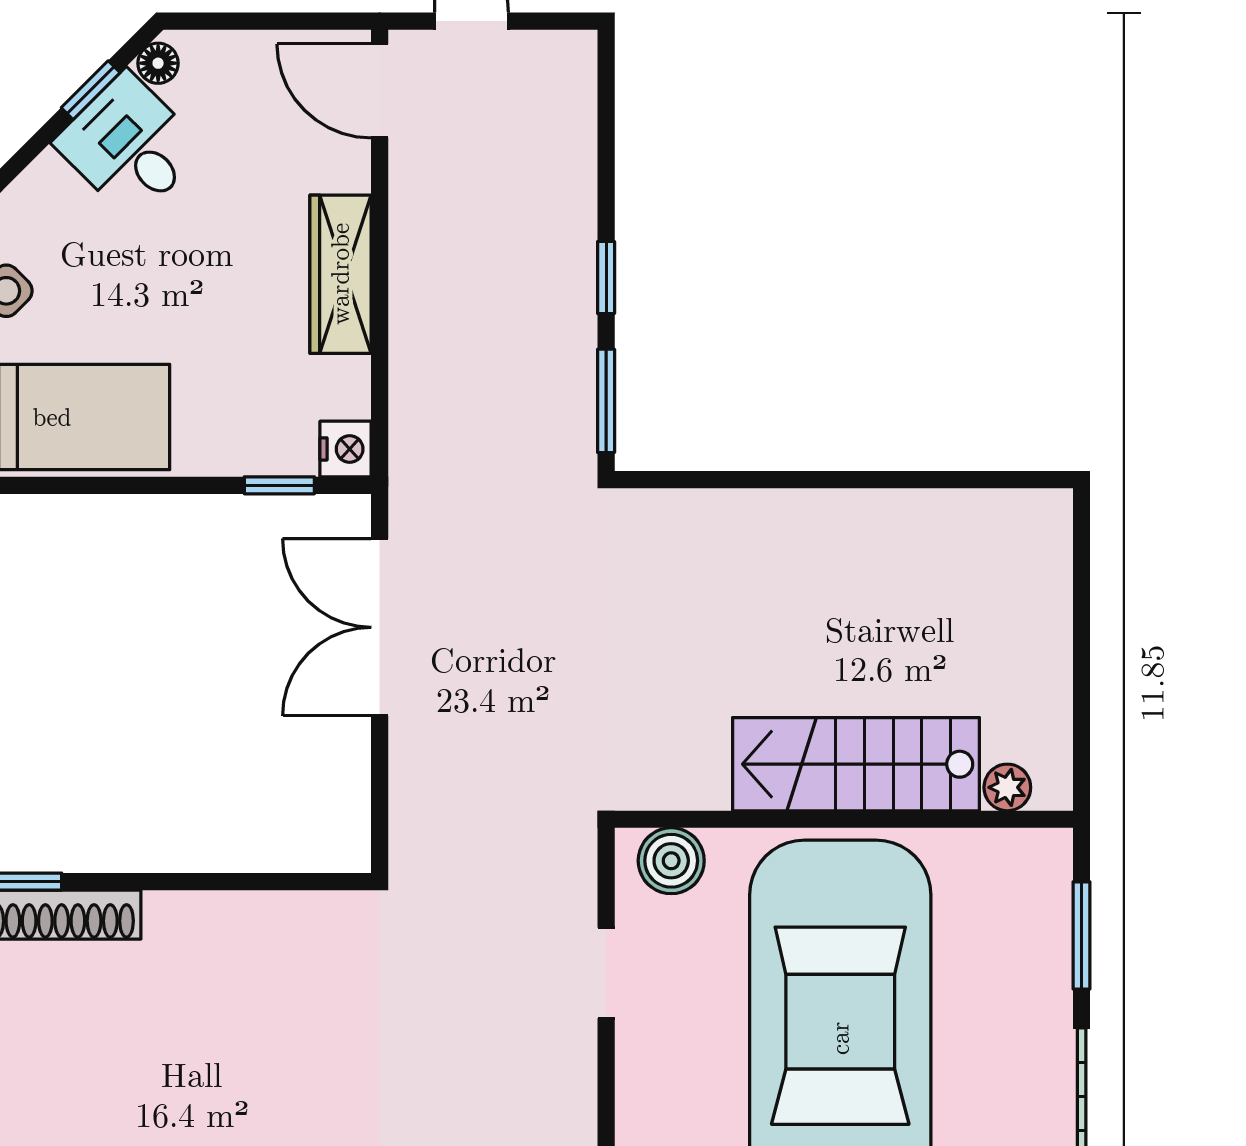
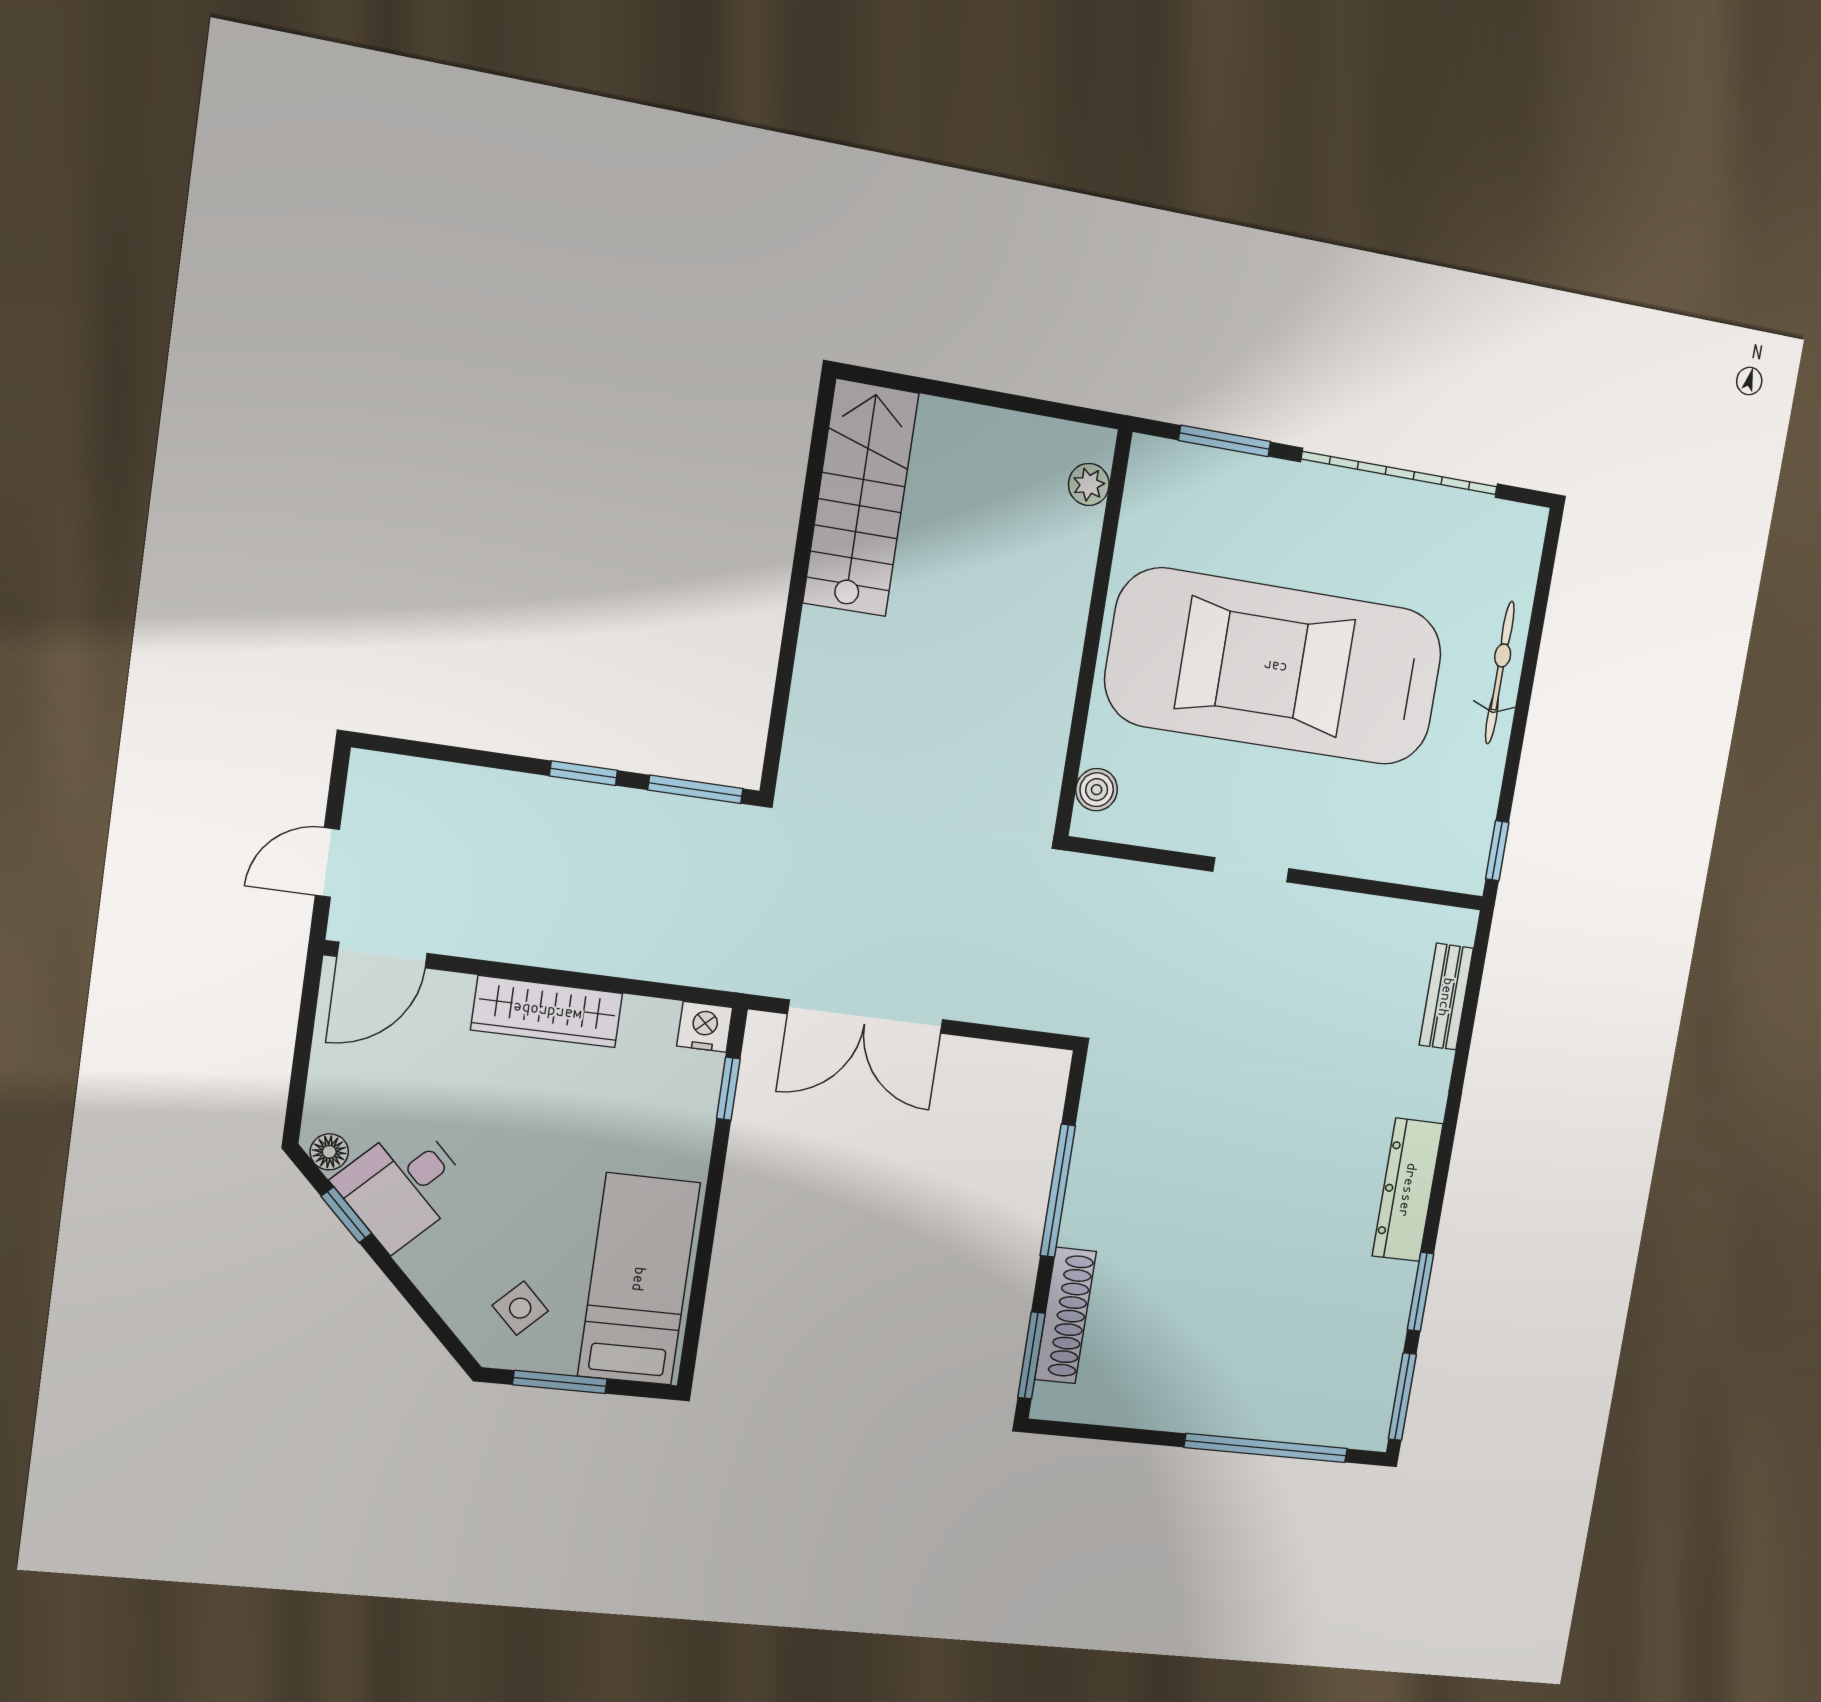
stairs: (856, 764) -> (861, 498), moved, turned 180
boiler: (671, 861) -> (1097, 790), width x0.73, depth x0.73
window: (207, 882) -> (1058, 1191), added
doorway: (606, 973) -> (1251, 870), moved

